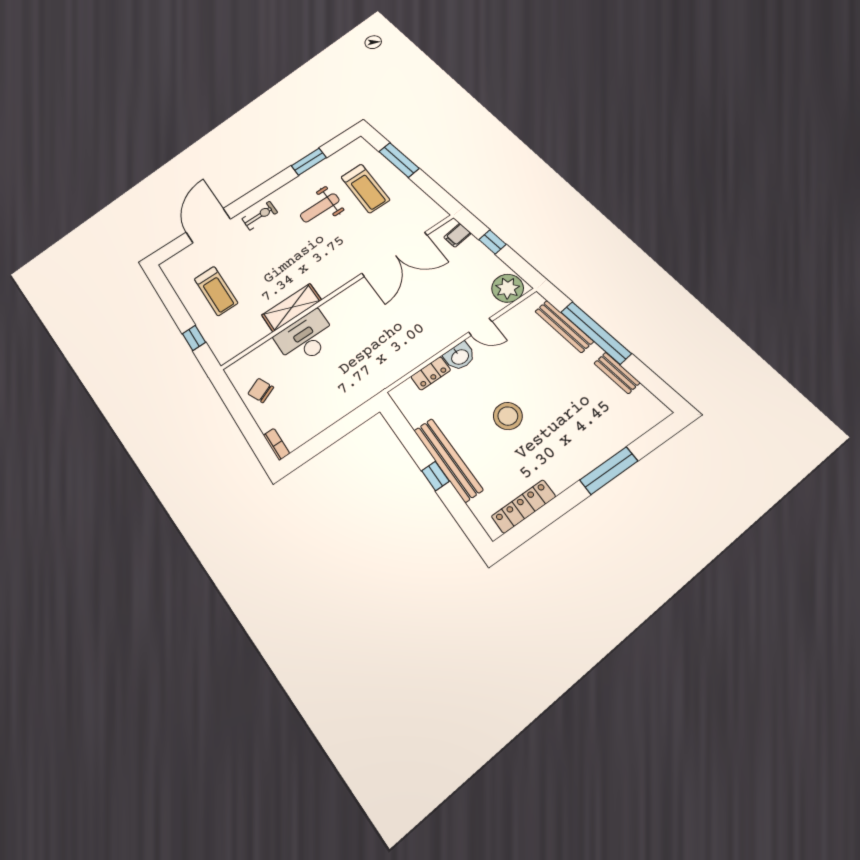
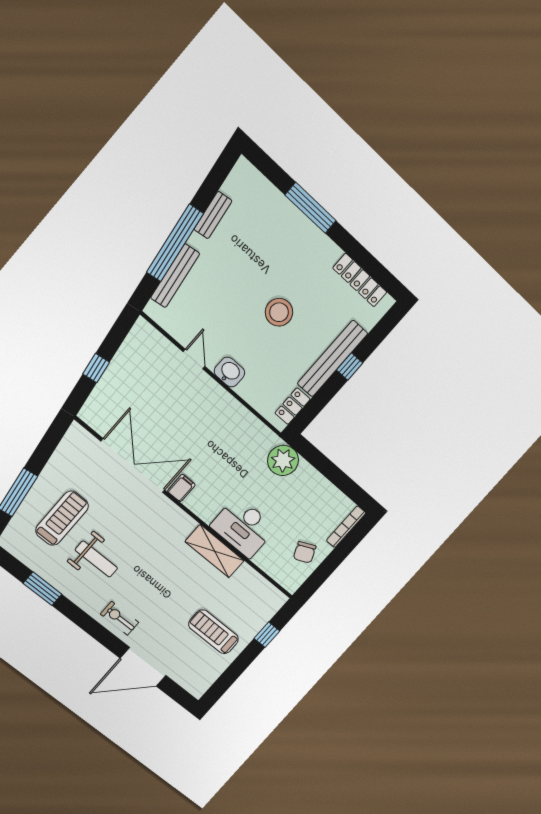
filing cabinet: (457, 235) -> (181, 488), moved, turned -82
plant: (508, 288) -> (283, 460), moved
treadmill: (216, 291) -> (214, 632), turned -90
locker: (431, 373) -> (293, 406), moved, turned -90
bookcase: (276, 444) -> (346, 527), width x1.56

